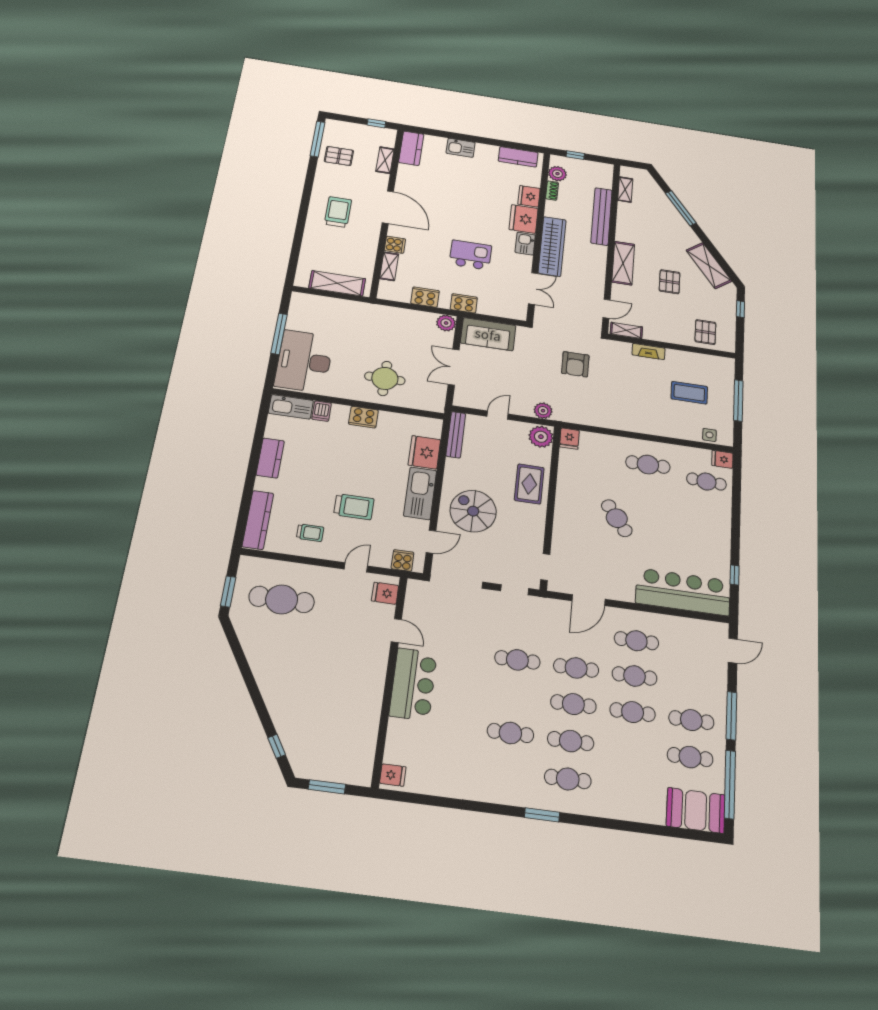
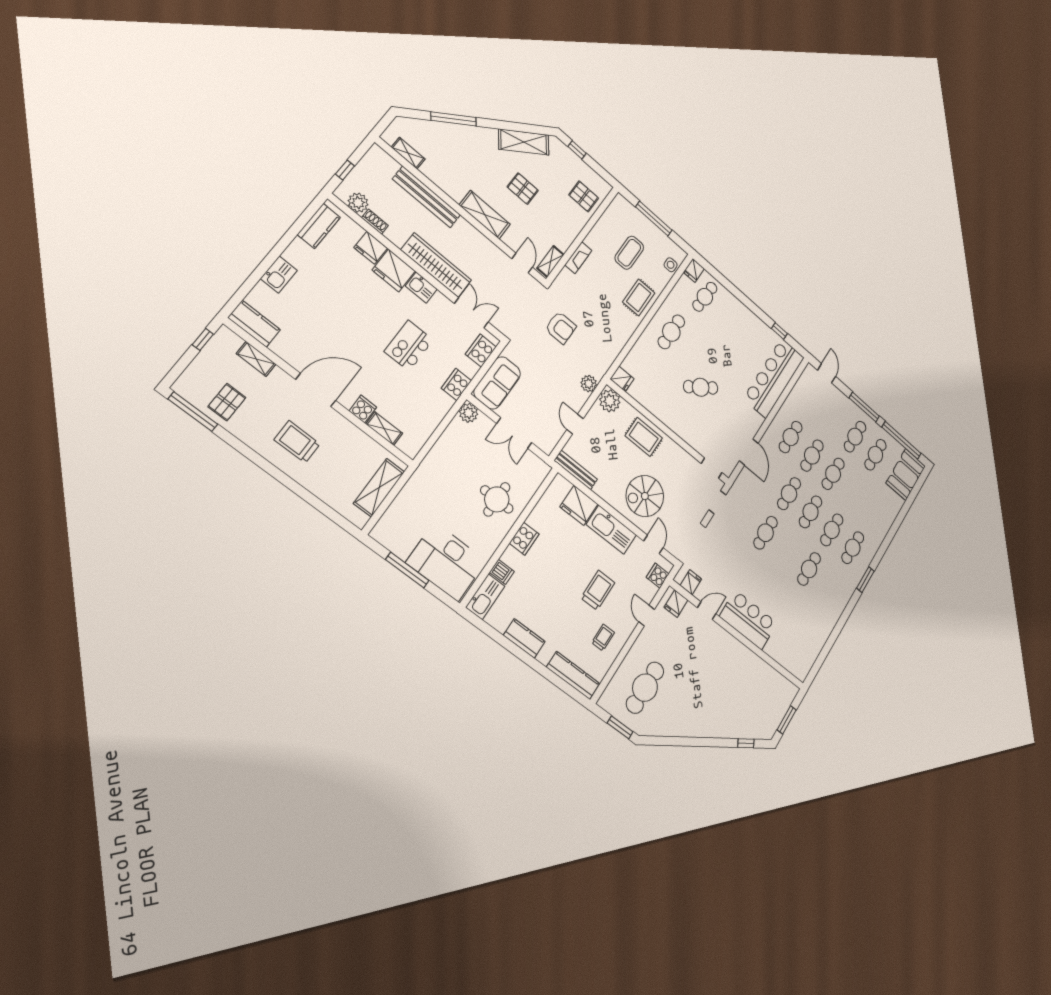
cooker: (425, 297) -> (481, 351), moved
rug: (656, 420) -> (639, 297), added
fridge: (393, 775) -> (691, 582), moved

